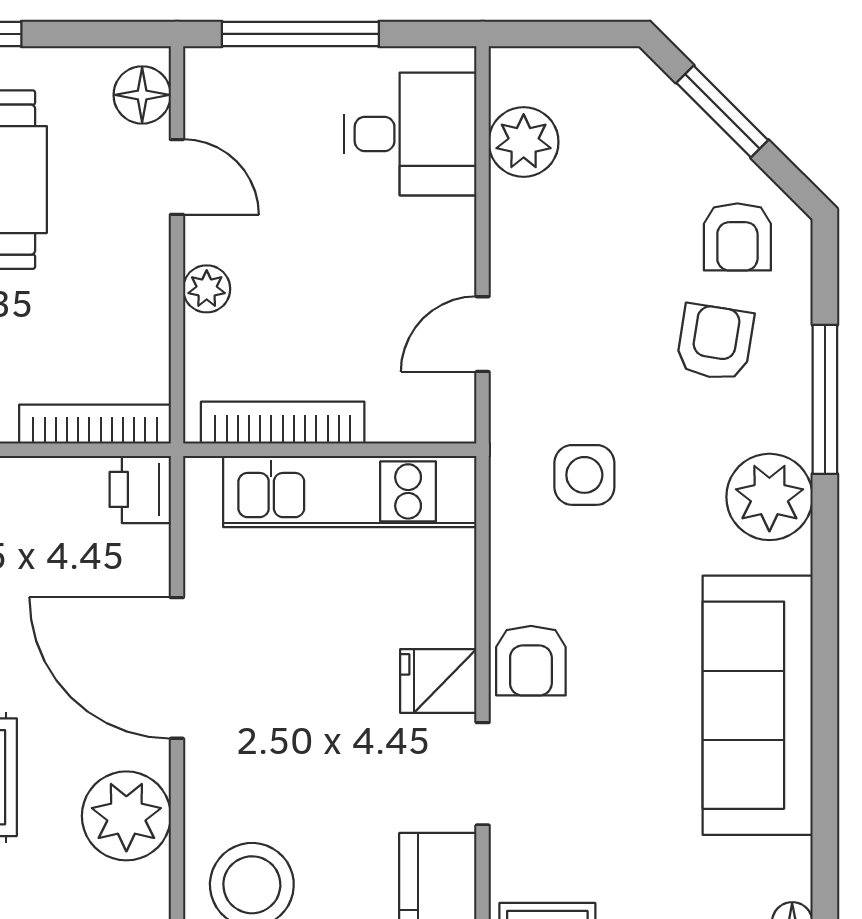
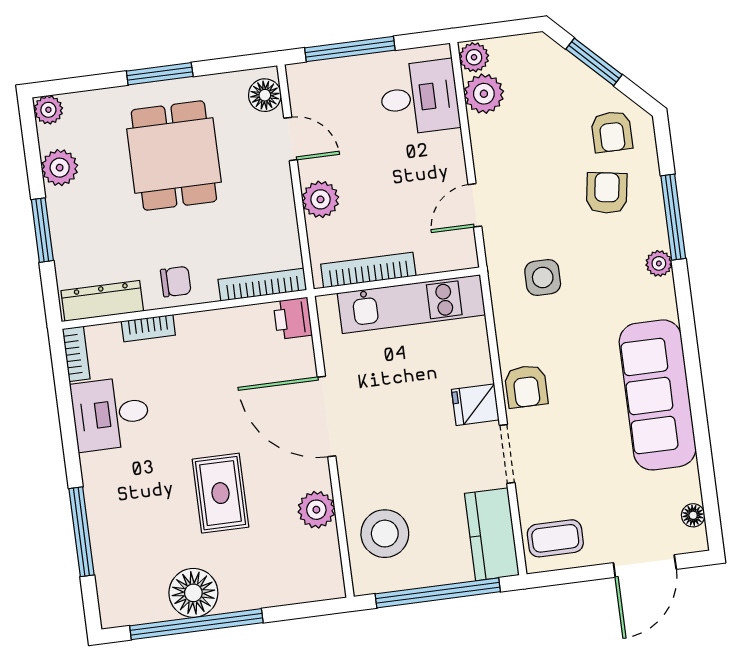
plant: (515, 76) -> (474, 57), added
plant: (207, 289) -> (321, 199), width x1.38, depth x1.38
plant: (769, 497) -> (659, 263), width x0.53, depth x0.53
plant: (126, 816) -> (316, 510), width x0.73, depth x0.73

